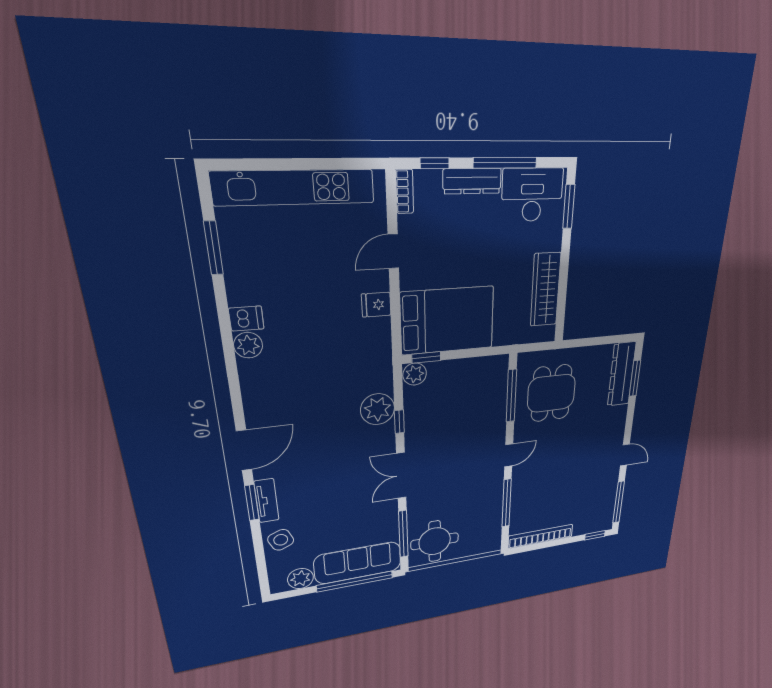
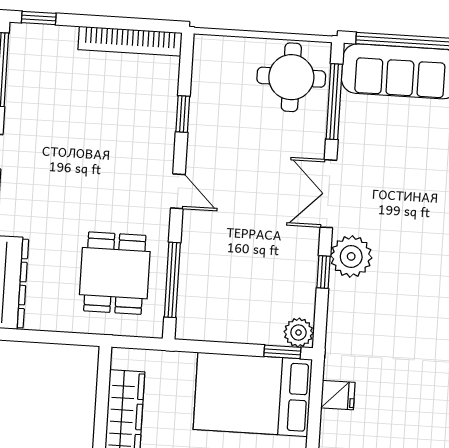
fridge: (376, 305) -> (338, 395), moved
plant: (378, 409) -> (351, 256), moved
door: (509, 455) -> (178, 191), swing flipped
double door: (401, 476) -> (328, 194), swing flipped
window: (507, 503) -> (183, 114), width x0.46

